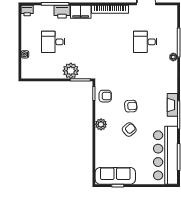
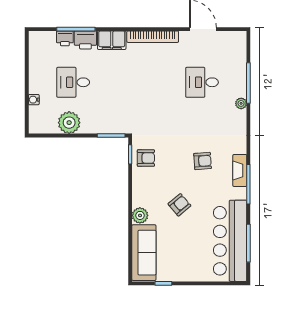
printer: (27, 10) -> (65, 38), moved
plant: (71, 71) -> (69, 123), moved
armchair: (131, 106) -> (203, 161), moved
plant: (101, 124) -> (140, 215), moved
sofa: (115, 176) -> (144, 253), moved, turned 90

